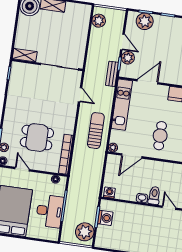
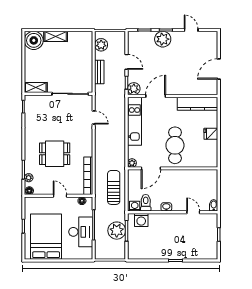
plant: (145, 21) -> (163, 39), moved
plant: (128, 58) -> (134, 89), moved
bench: (112, 74) -> (99, 72), moved
sun lounger: (96, 131) -> (114, 187), moved
cafe table: (160, 136) -> (175, 145), width x1.37, depth x1.35
dining table: (37, 138) -> (55, 154), moved
door: (22, 169) -> (60, 196), moved
toilet: (154, 195) -> (146, 203), moved
washing machine: (105, 218) -> (141, 220), moved, turned 90
plant: (85, 232) -> (117, 231), moved

